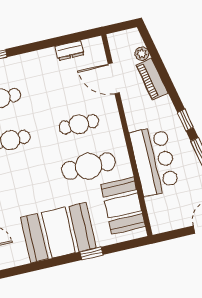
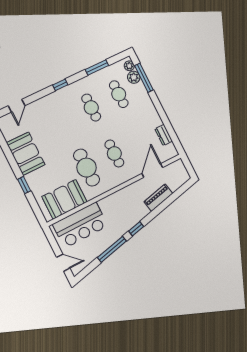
plant: (142, 54) -> (174, 186), removed
bar counter: (154, 161) -> (80, 225), moved
booth: (58, 233) -> (26, 154), width x0.73, depth x0.70

